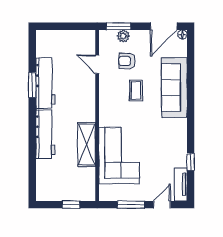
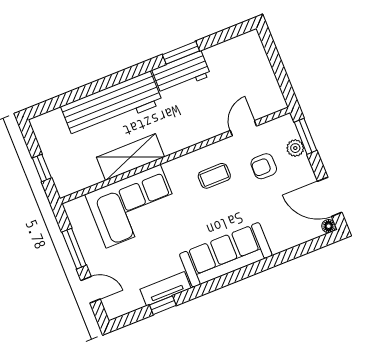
armchair: (127, 61) -> (264, 166), turned -90
workbench: (45, 83) -> (181, 73), width x0.73
sofa: (174, 88) -> (226, 255), moved
coffee table: (136, 91) -> (214, 176), moved
workbench: (45, 134) -> (112, 105), width x1.36, depth x1.32
tv unit: (181, 184) -> (165, 289), moved

